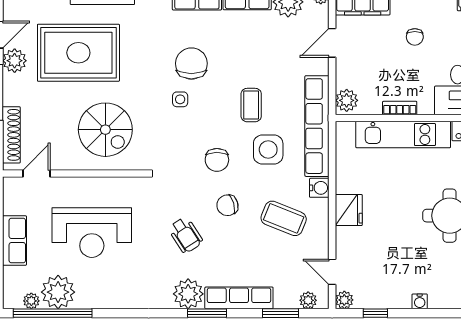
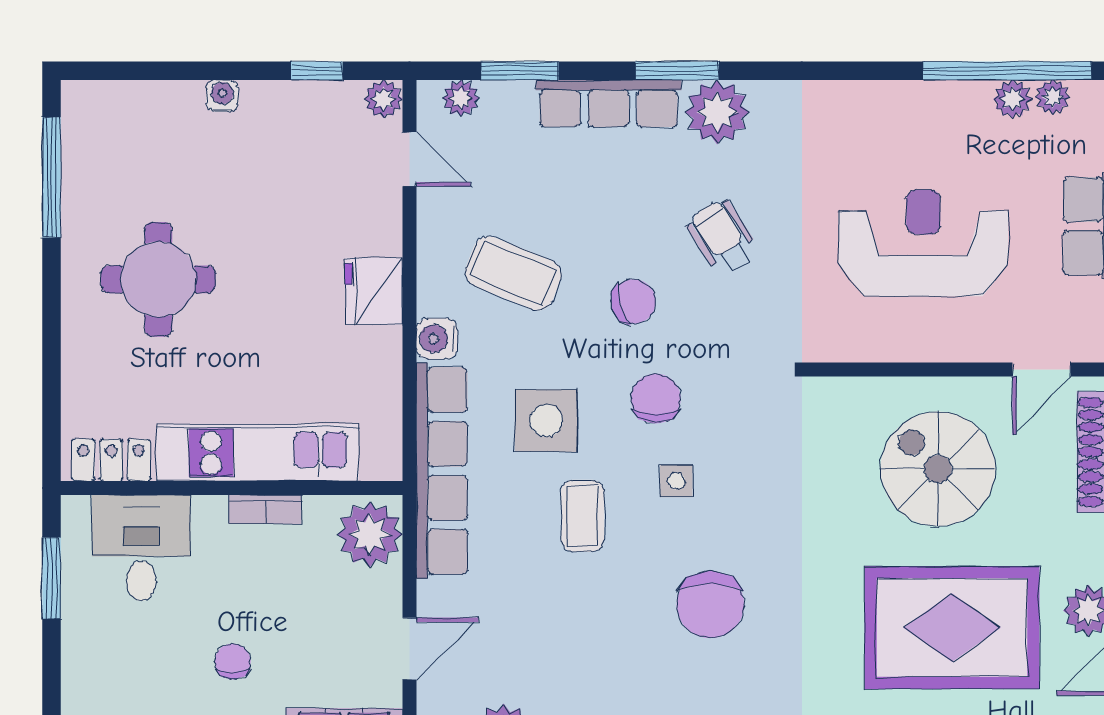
side table: (180, 99) -> (676, 481), moved
plant: (347, 100) -> (370, 534), width x1.36, depth x1.36
spiral stairs: (105, 130) -> (938, 469), moved
plant: (58, 292) -> (1012, 99), width x0.53, depth x0.53

